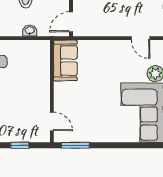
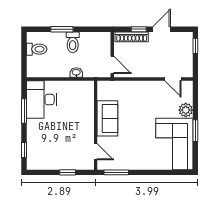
door: (71, 22) -> (112, 65), swing flipped
sofa: (65, 61) -> (107, 118), moved

